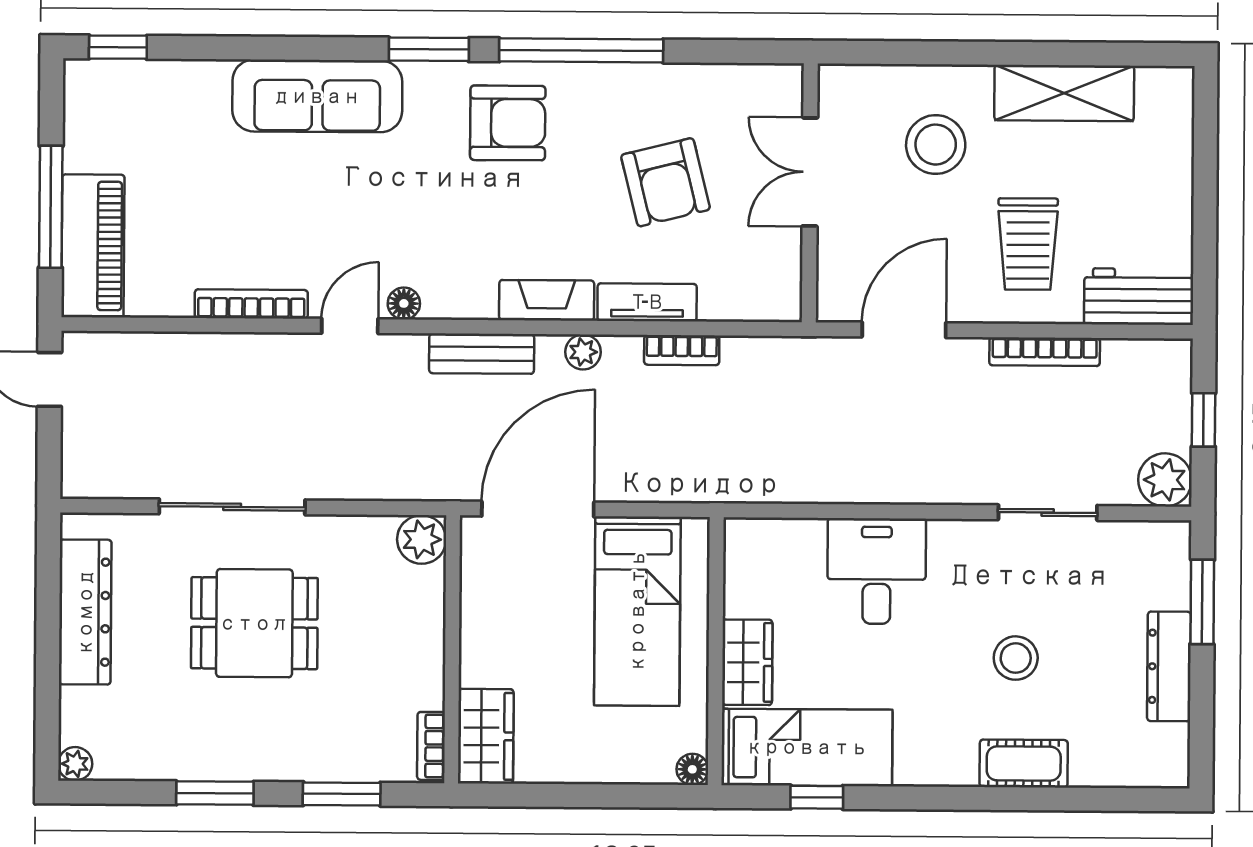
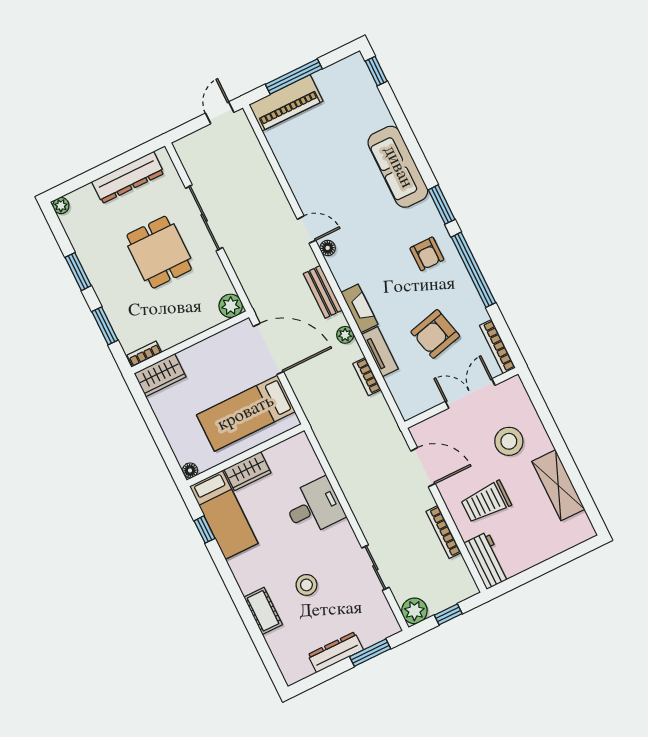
armchair: (508, 123) -> (427, 254), width x0.72, depth x0.72
bookcase: (251, 304) -> (497, 347), moved, turned 180

